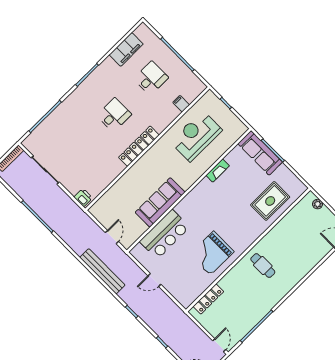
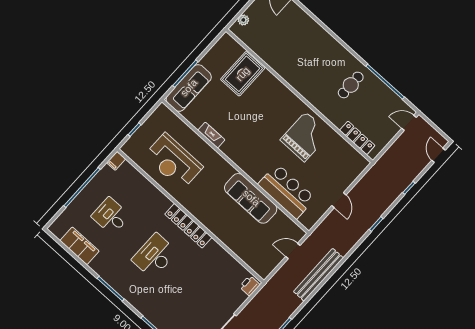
filing cabinet: (181, 104) -> (116, 161), moved
desk: (114, 115) -> (154, 256), width x1.37
rug: (270, 201) -> (243, 74), turned 90
grand piano: (212, 253) -> (305, 137), turned -90
cafe table: (263, 266) -> (351, 85), moved
bench: (102, 271) -> (318, 275), moved

